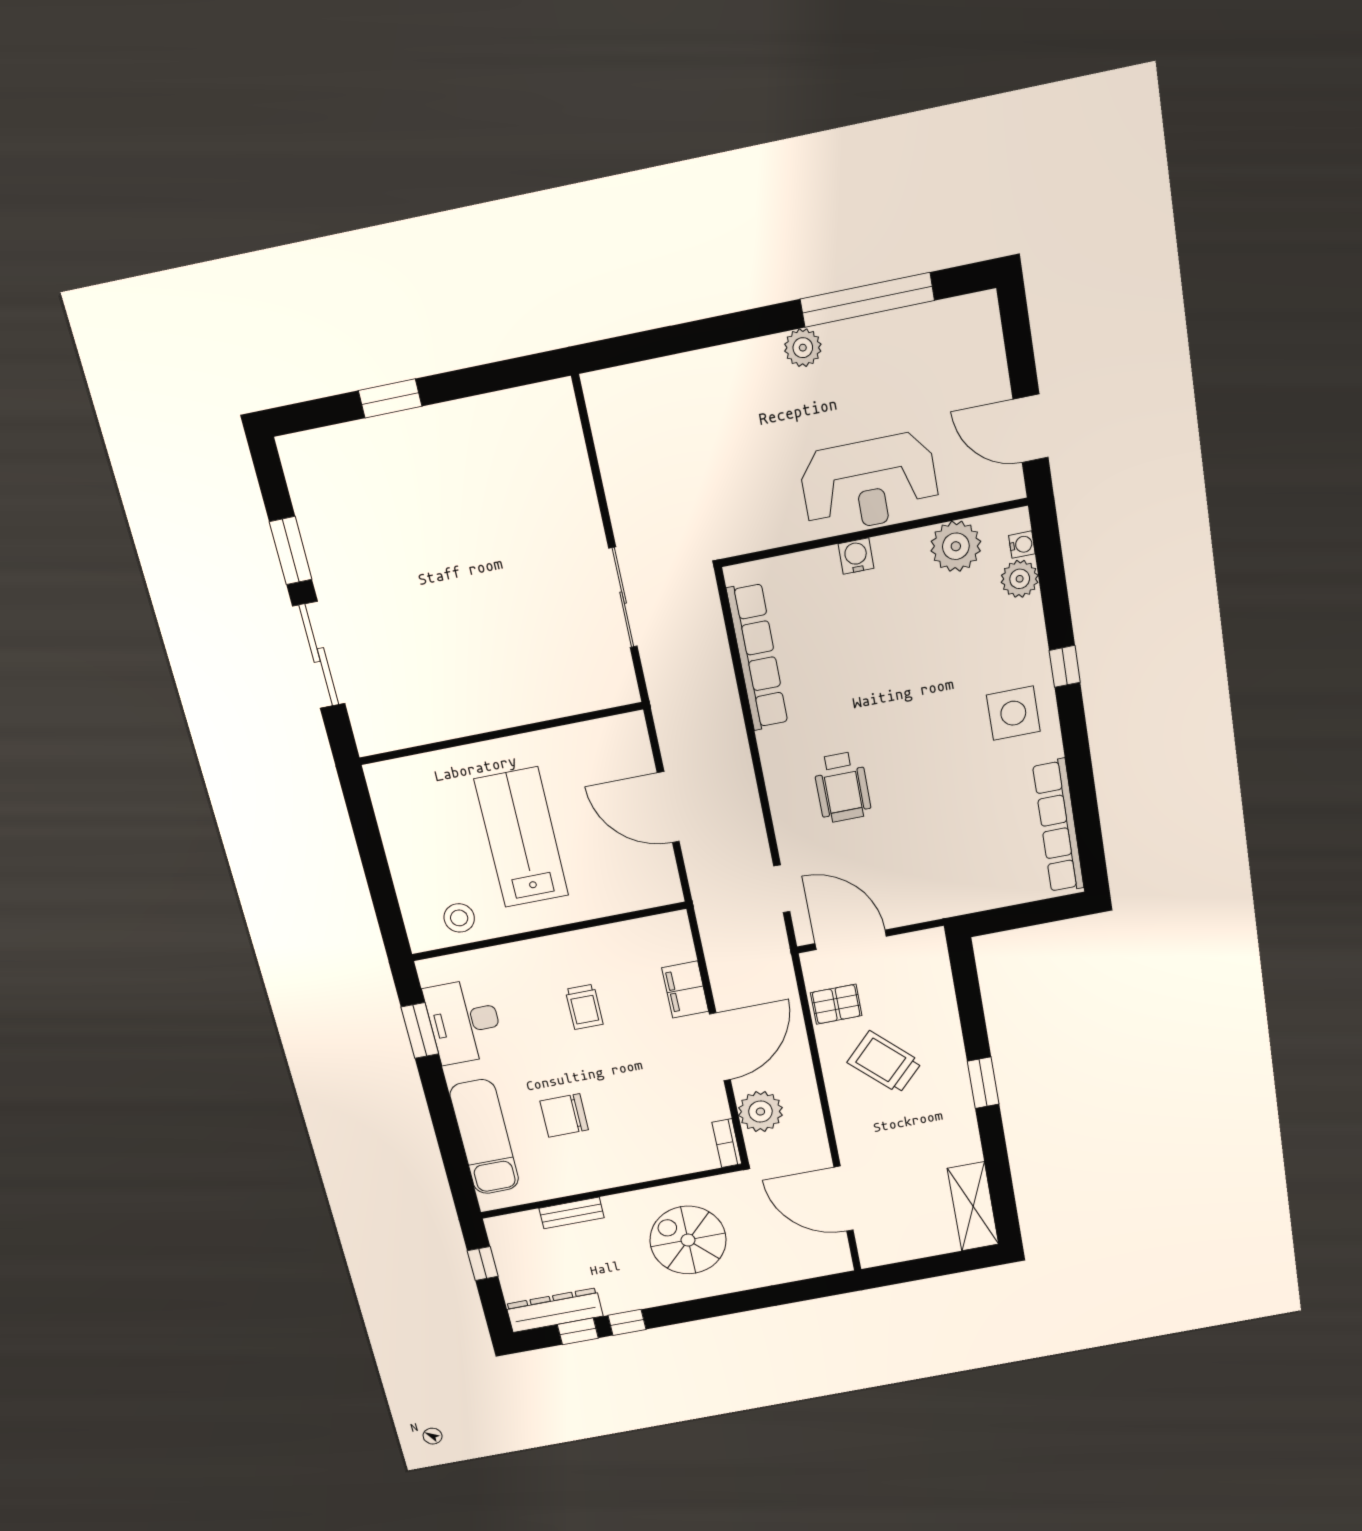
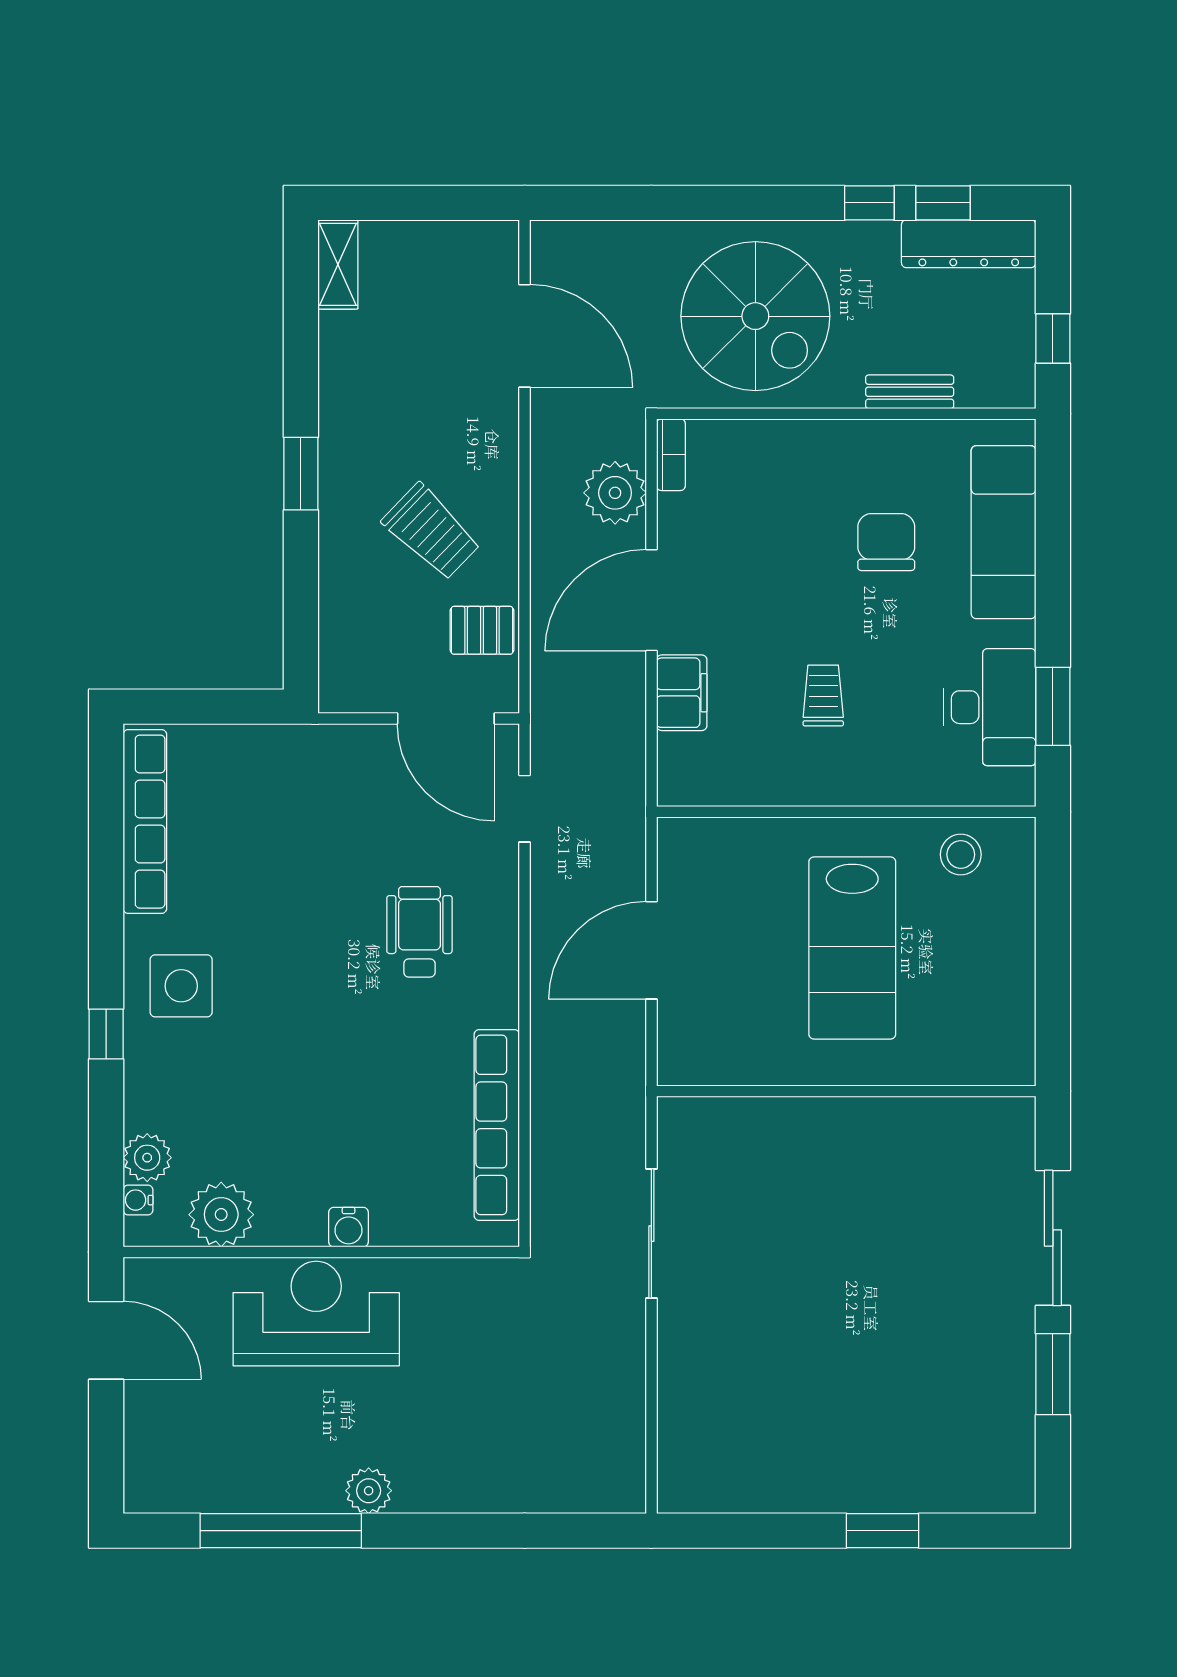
door: (668, 807) -> (651, 950), swing flipped
chair: (564, 1115) -> (886, 542), turned -90
shelving: (973, 1206) -> (338, 264), width x0.67, depth x0.75
spiral stairs: (688, 1240) -> (755, 316), width x1.37, depth x1.37

